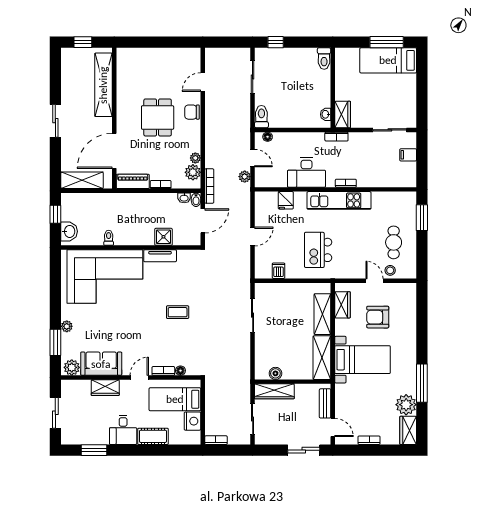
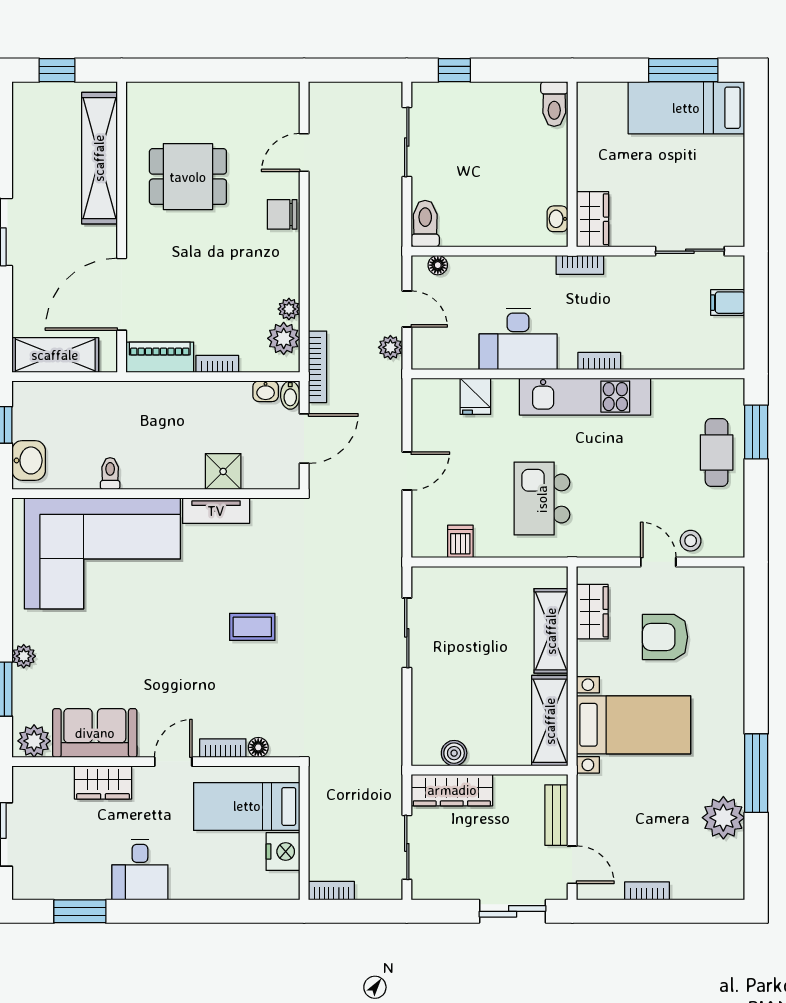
dining table: (158, 117) -> (188, 177), moved, turned 90
cafe table: (394, 242) -> (717, 453), moved
wardrobe: (408, 430) -> (728, 871), removed
cot: (153, 436) -> (202, 883), removed

